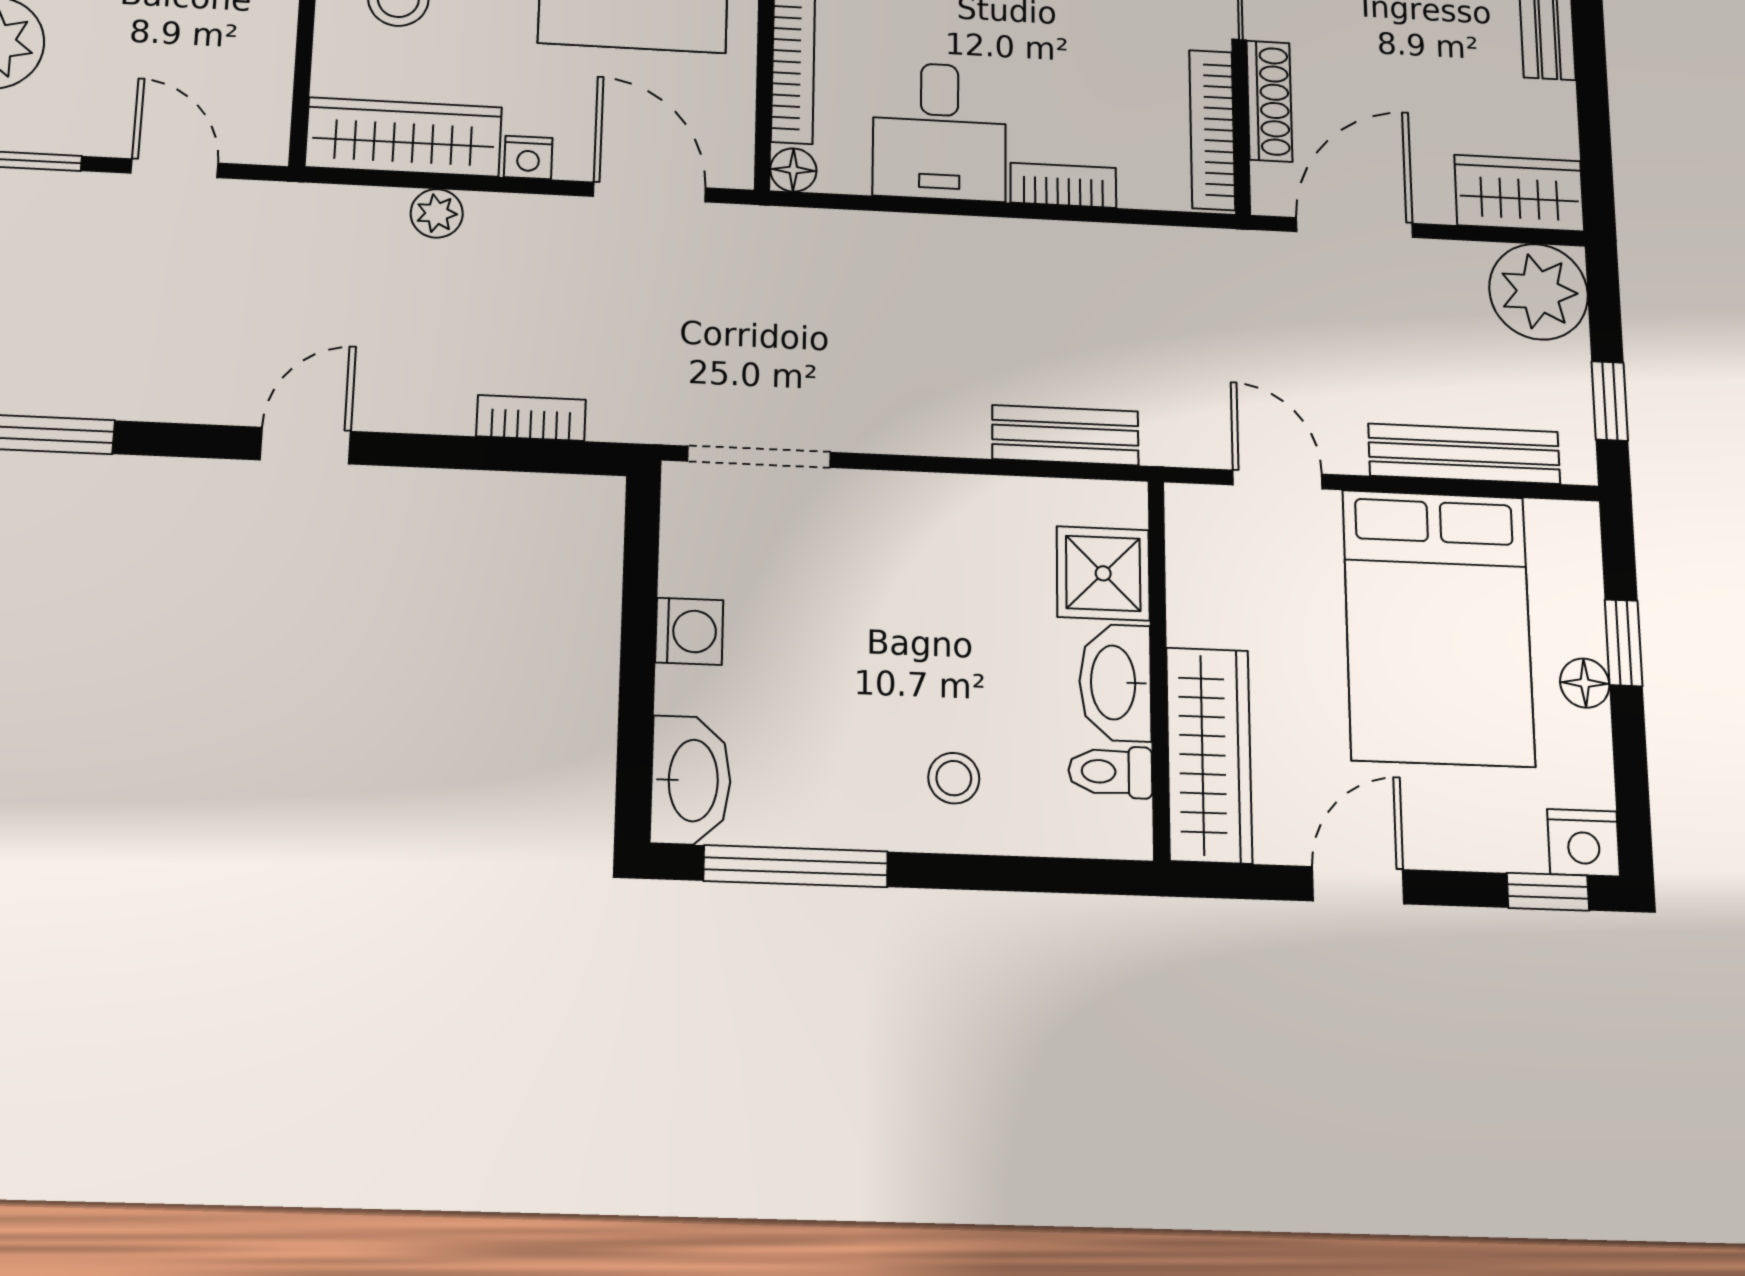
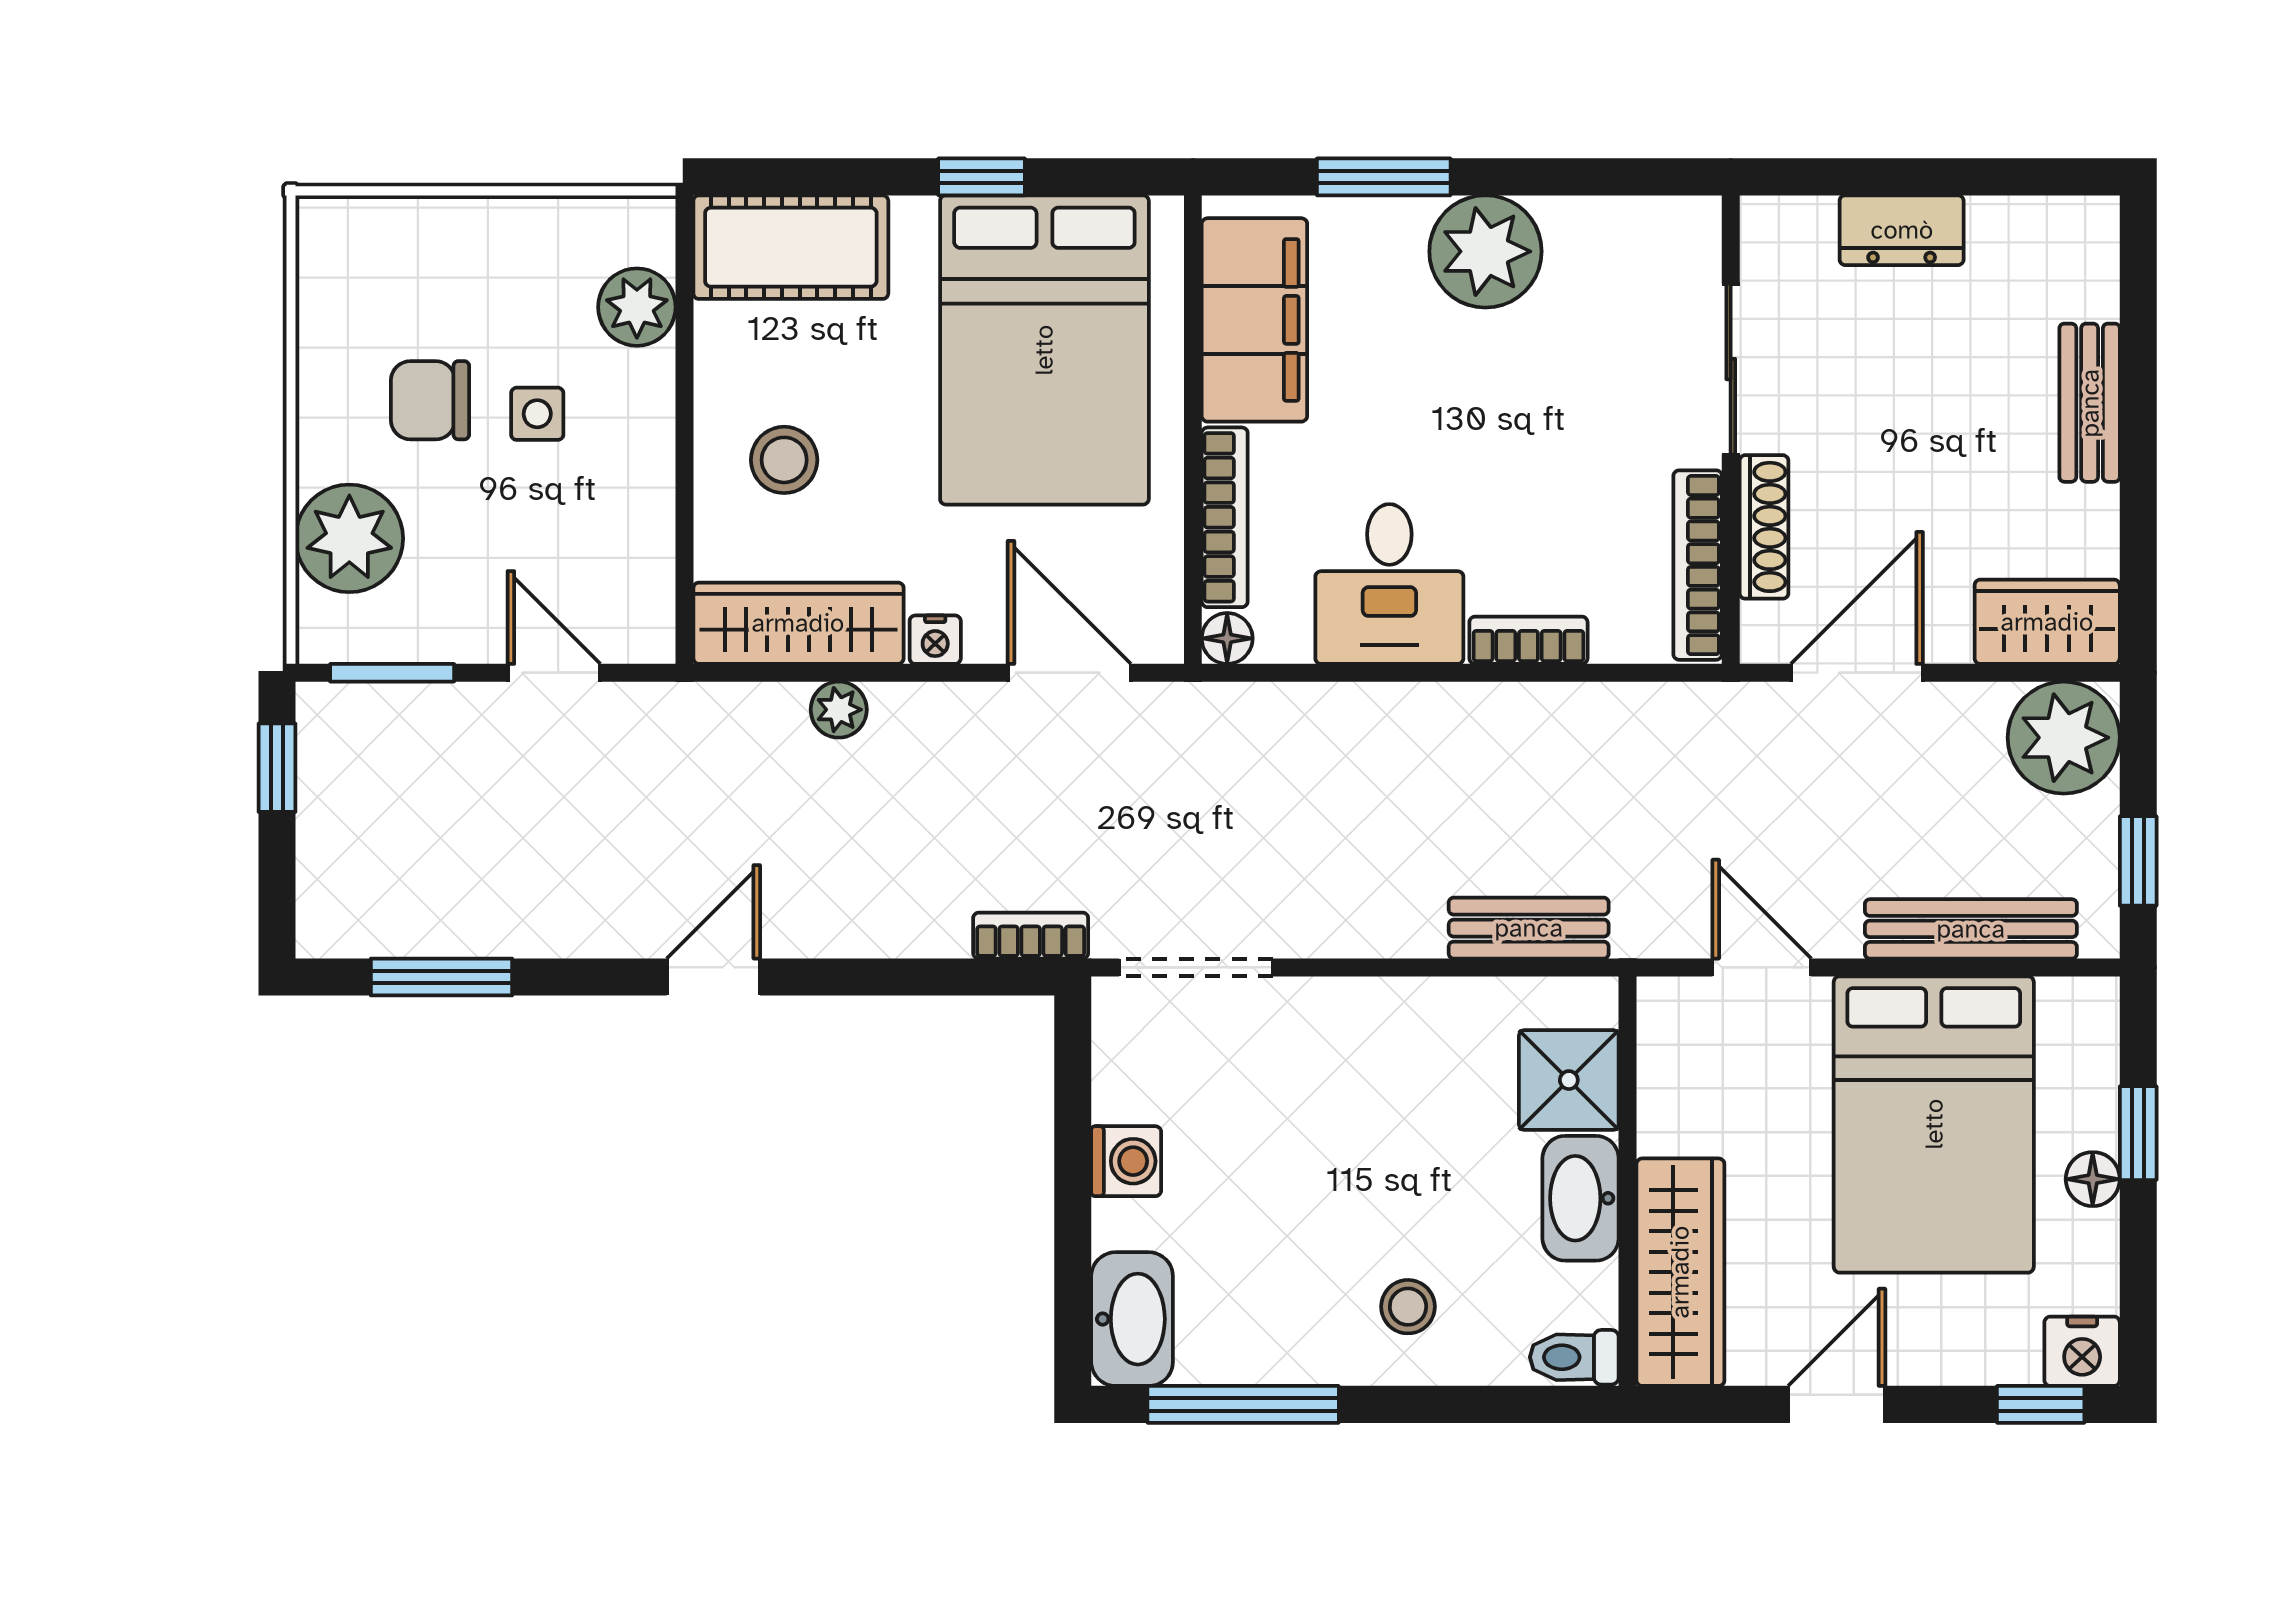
bookcase: (531, 418) -> (1031, 936), moved
toilet: (1110, 772) -> (1574, 1357), moved

